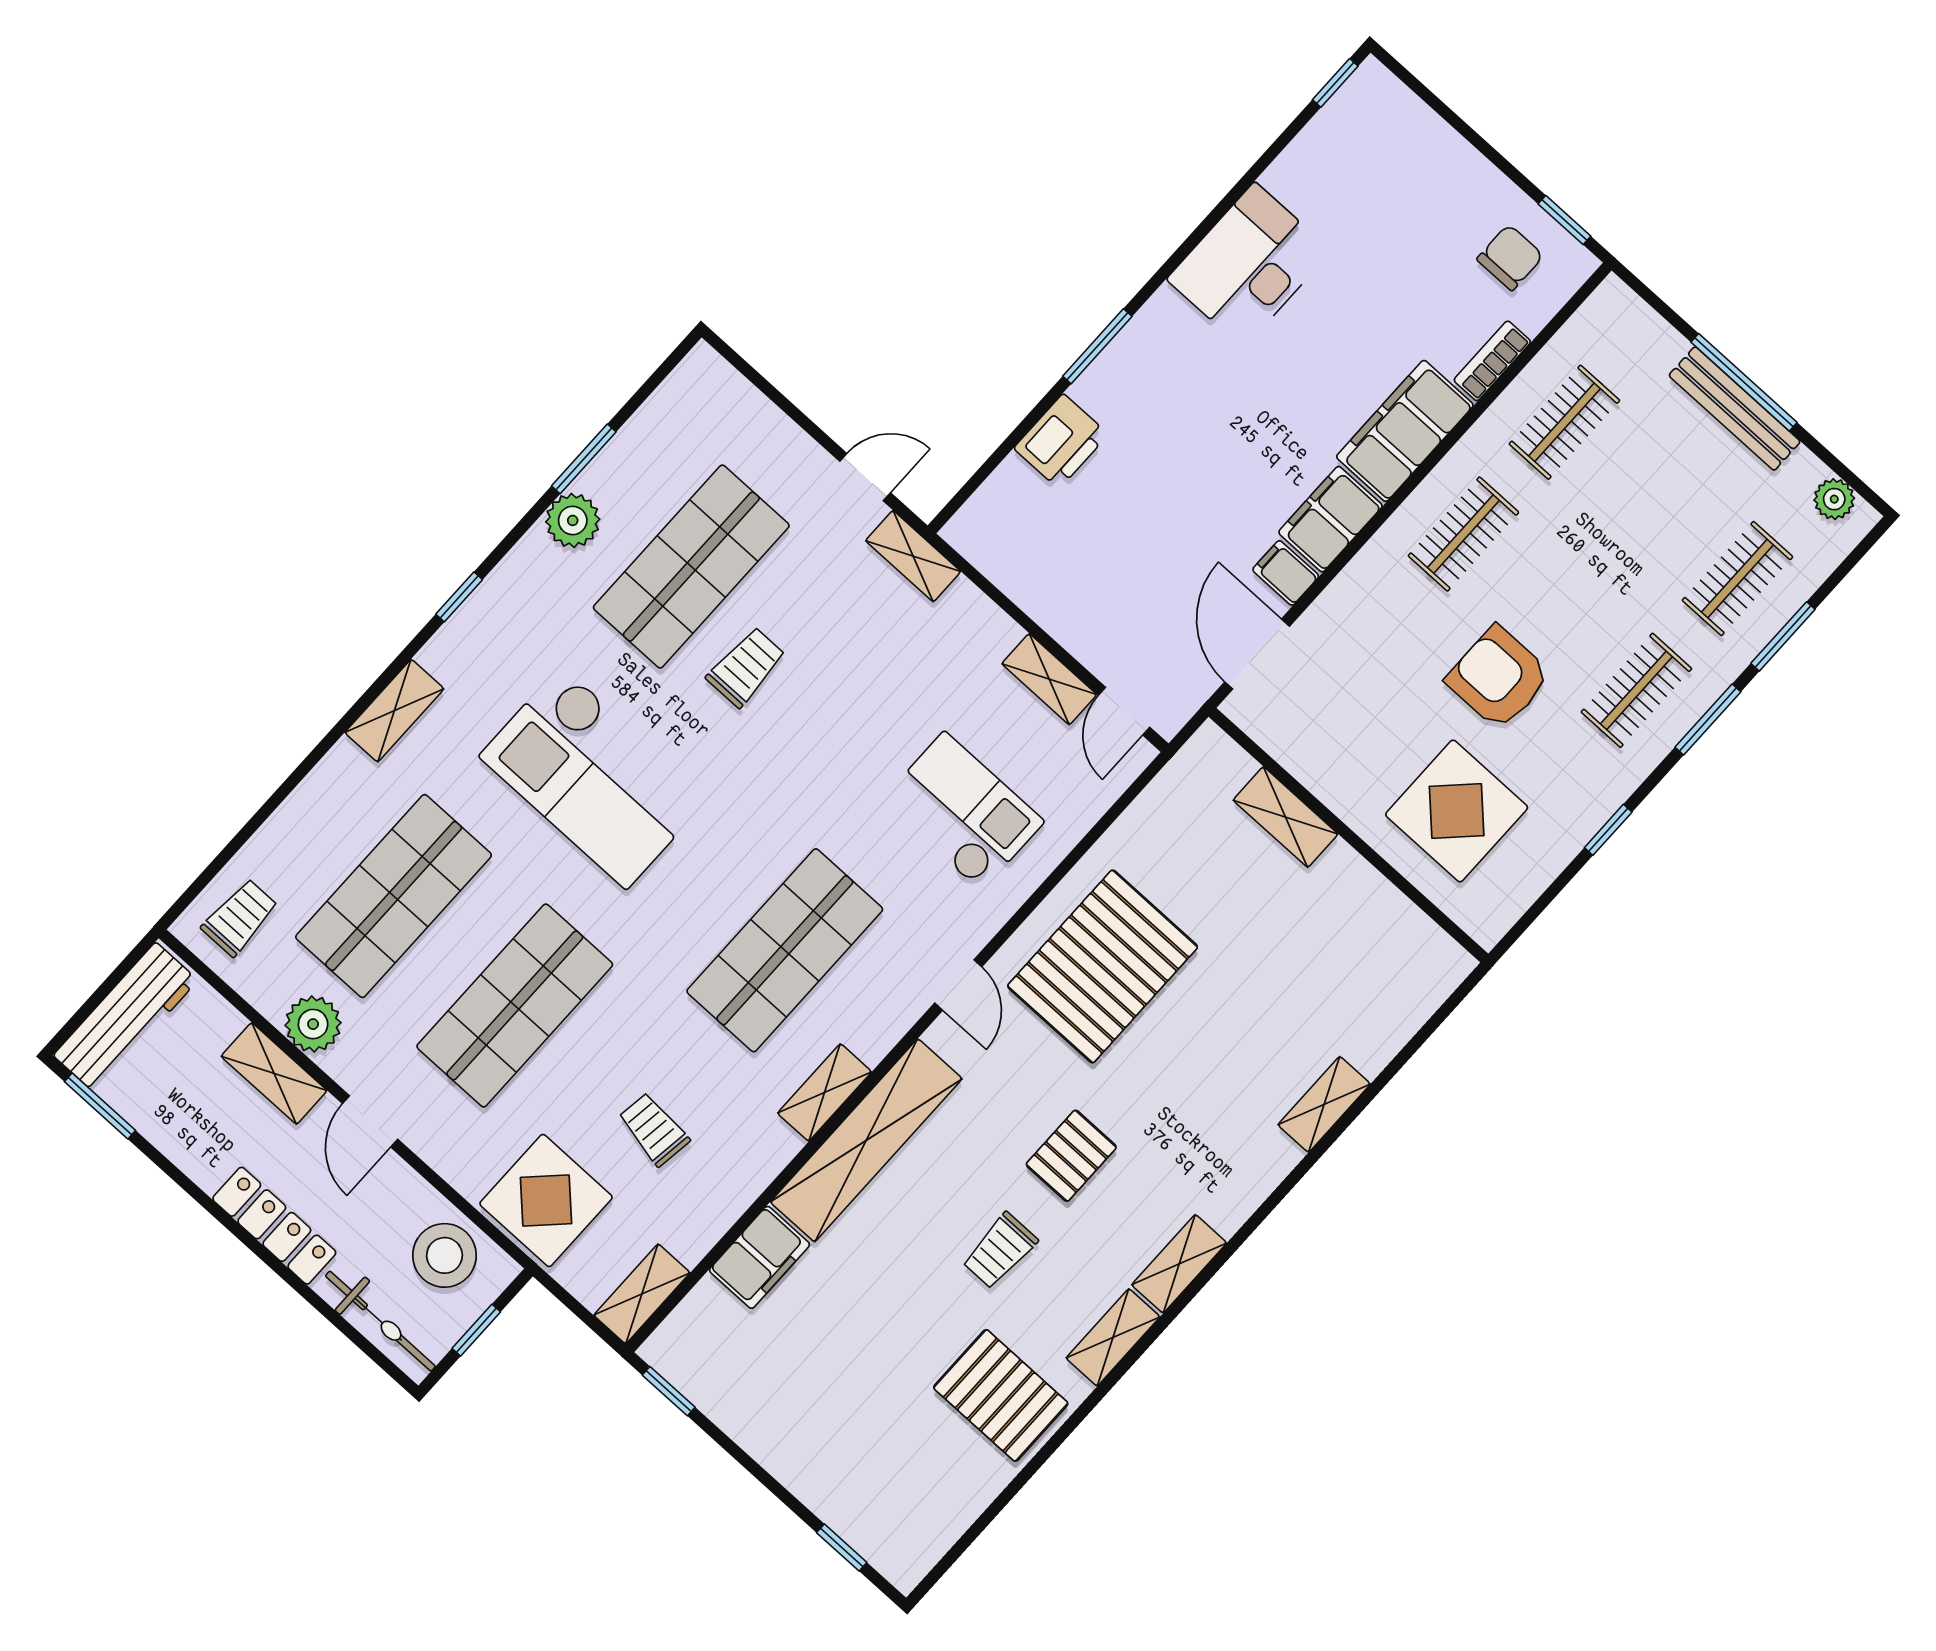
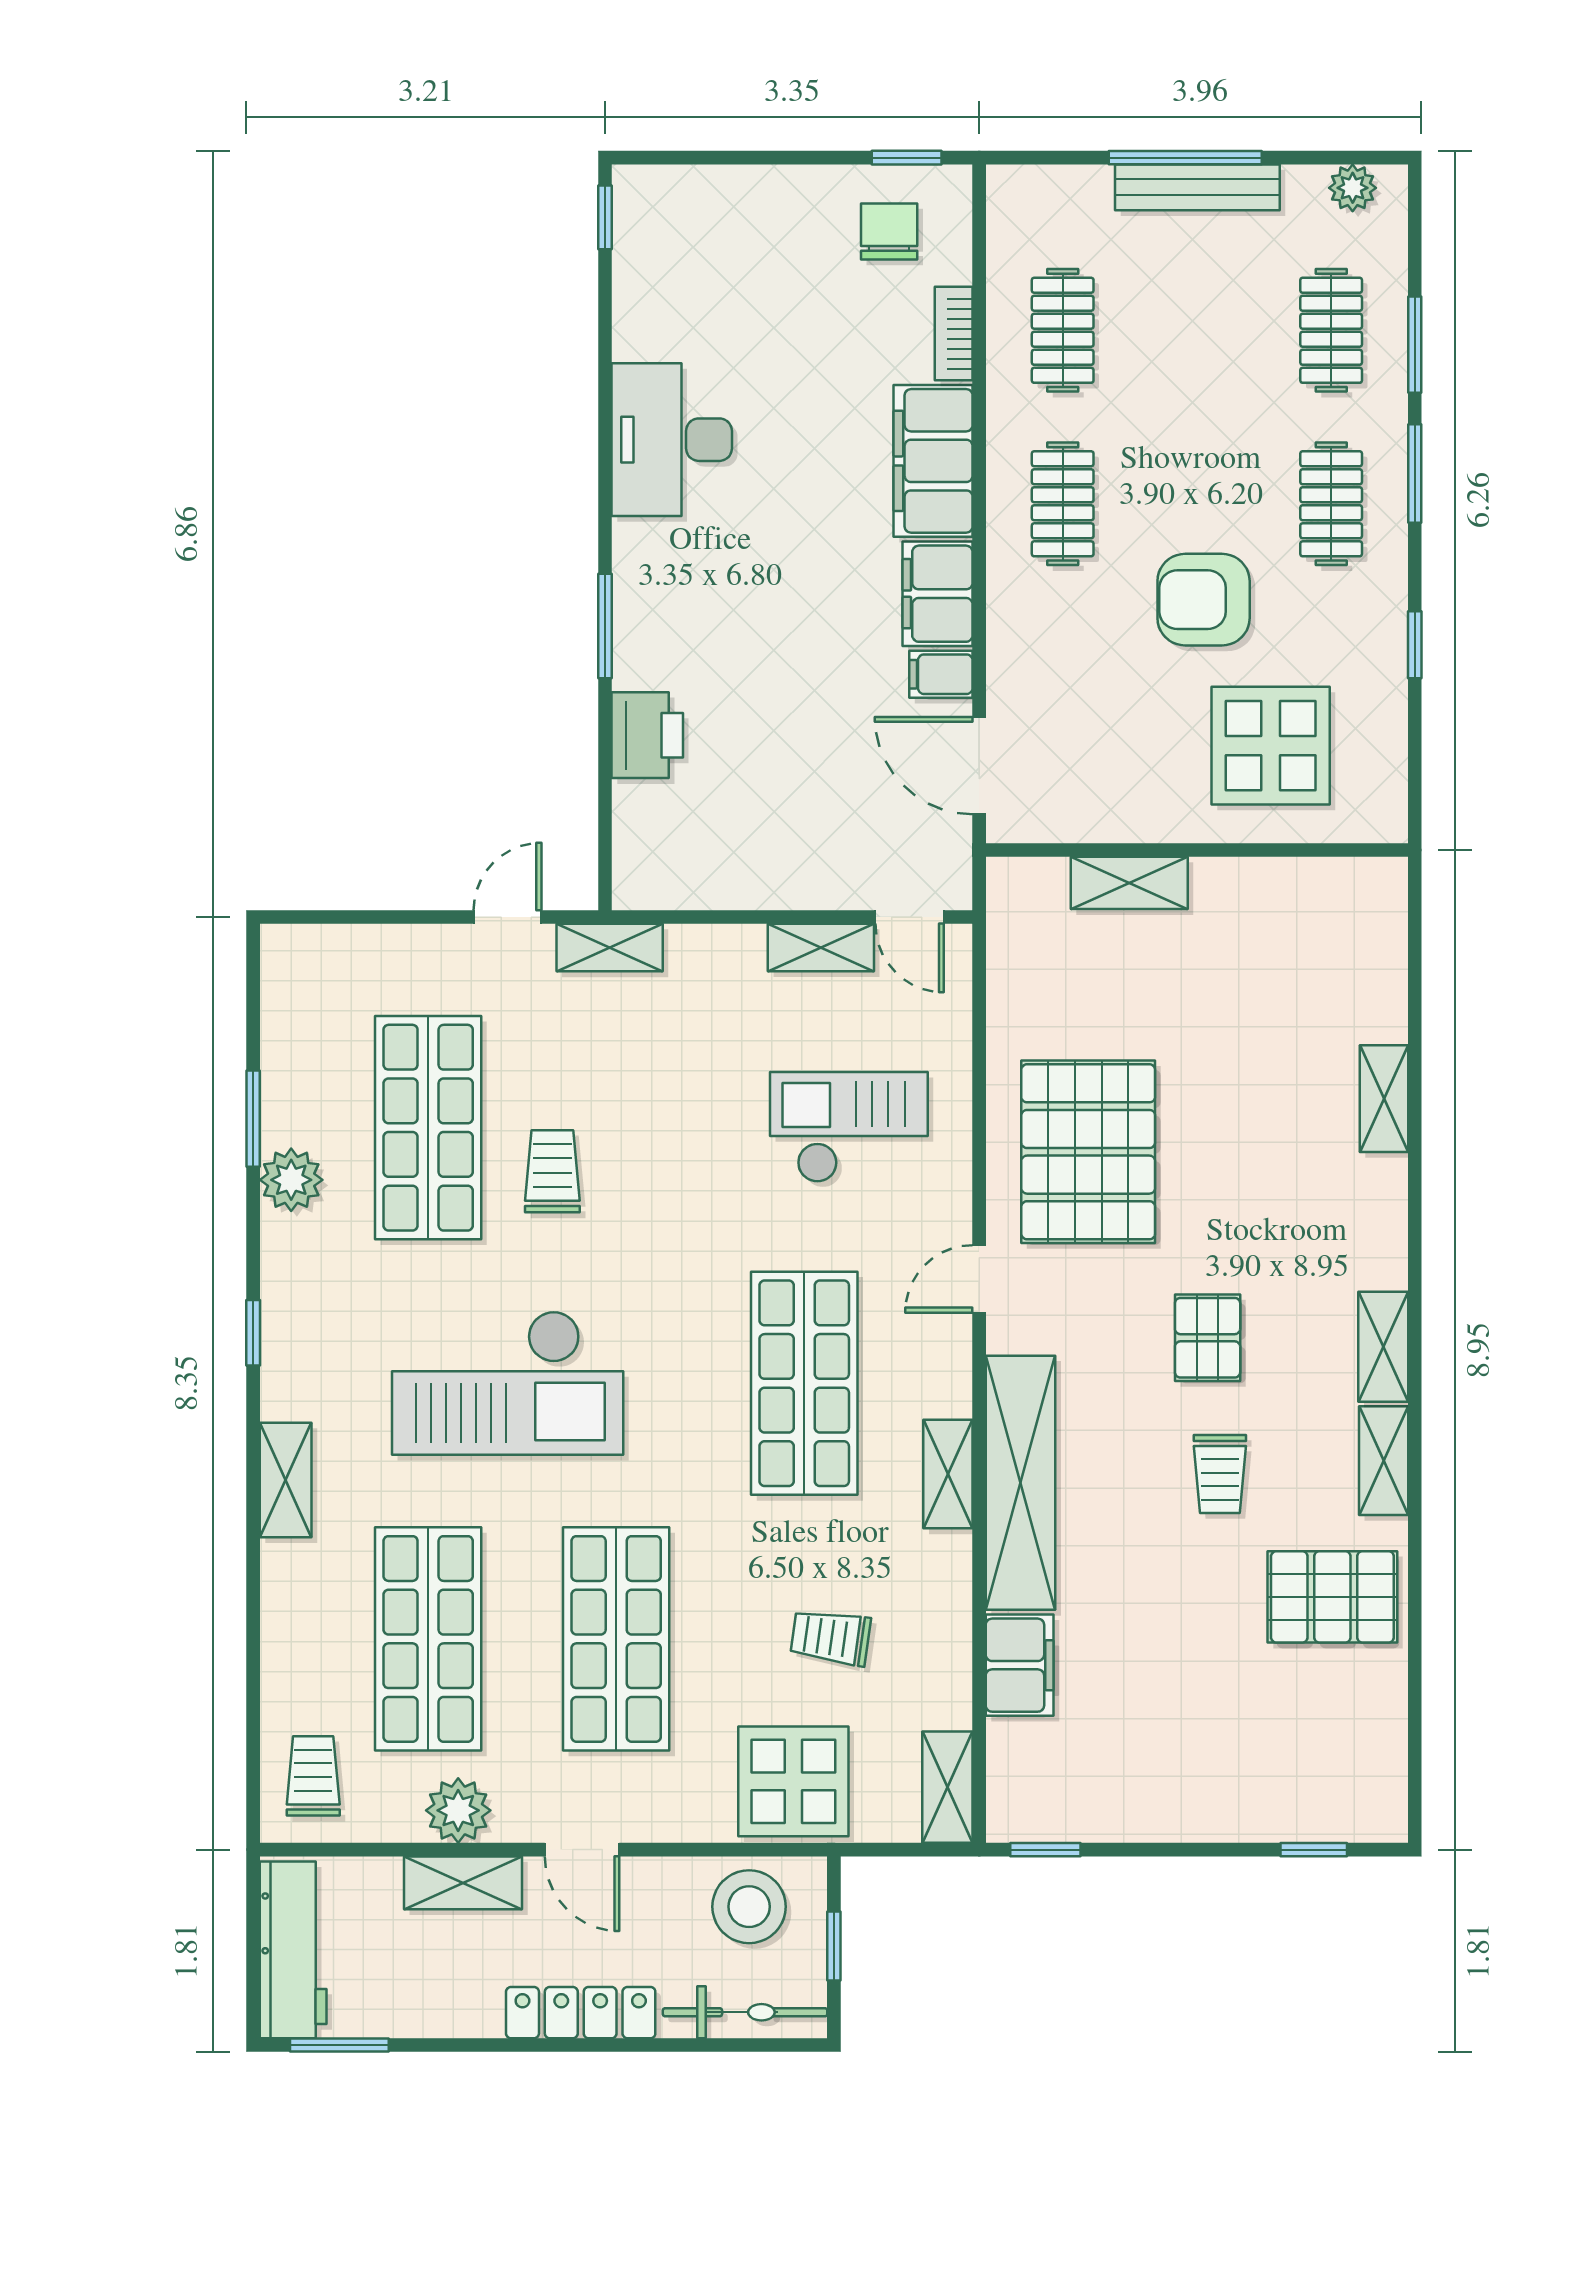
door: (958, 985) -> (979, 1279), swing flipped

